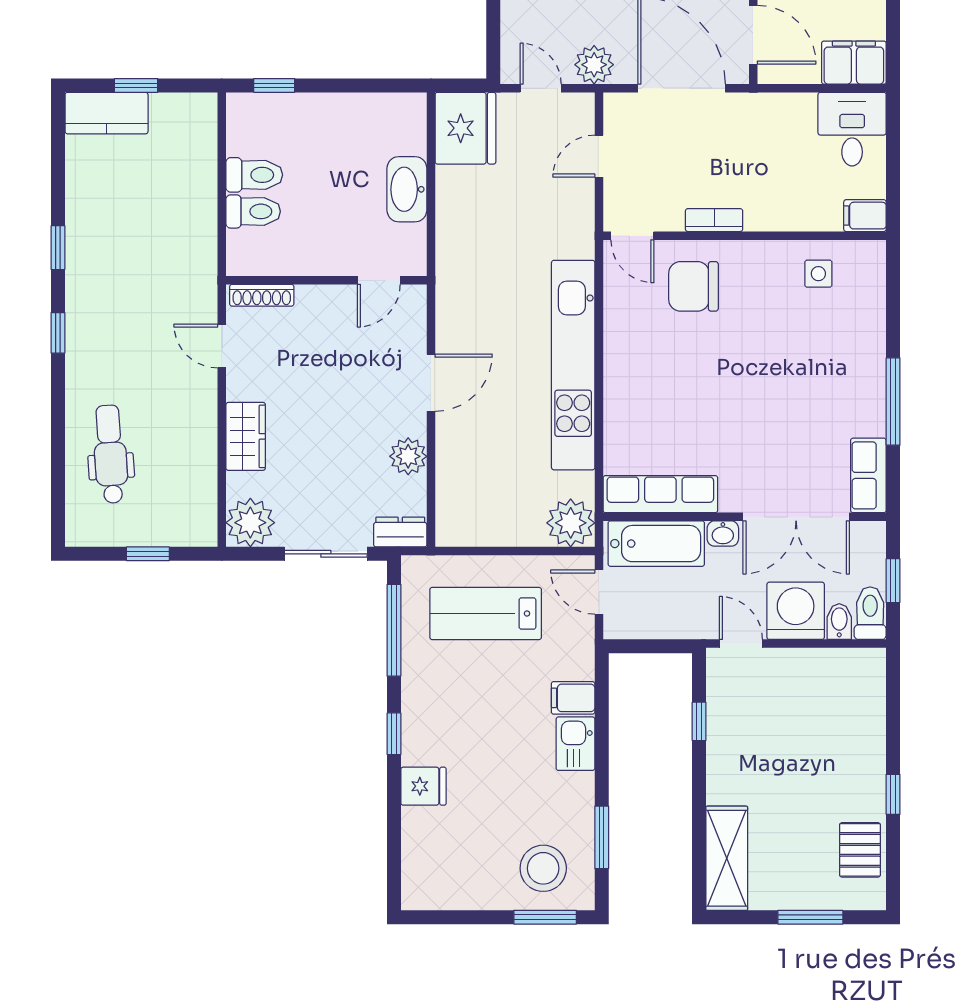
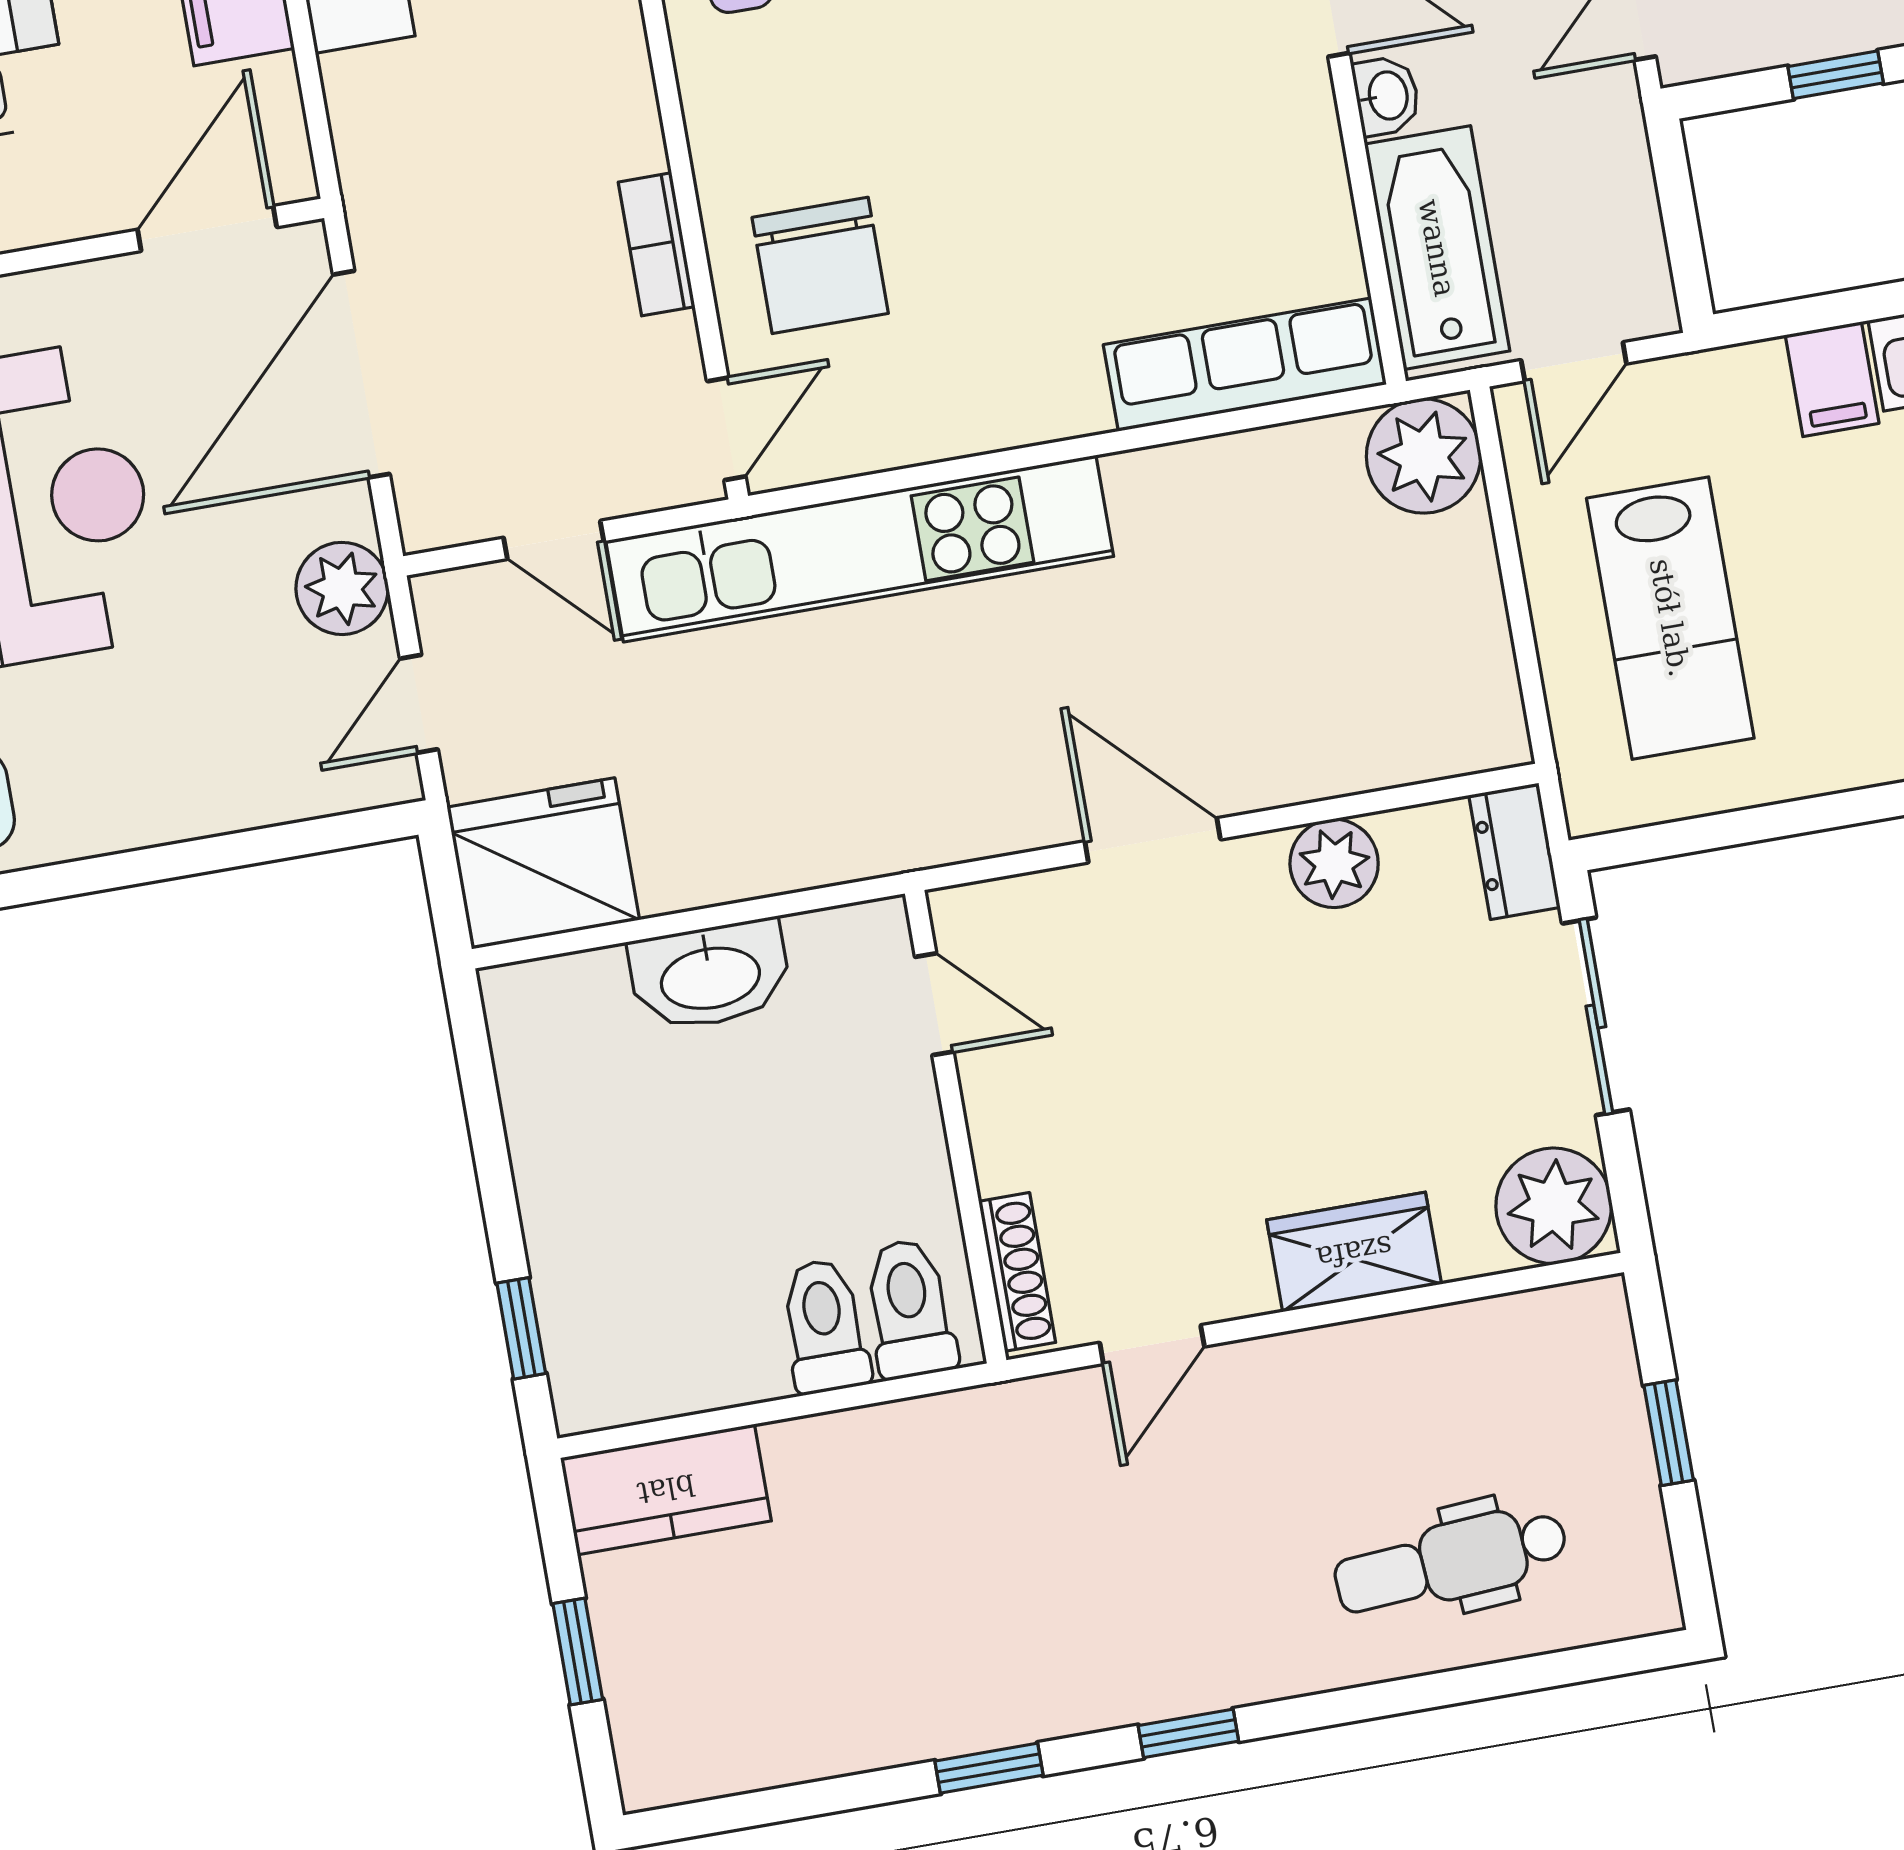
kitchen counter: (107, 113) -> (666, 1489), moved, turned 90
toilet: (254, 175) -> (910, 1309), moved
kitchen unit: (573, 365) -> (860, 549), moved
row of seats: (660, 494) -> (1245, 365), moved, turned 90
window: (394, 630) -> (1747, 826), removed

